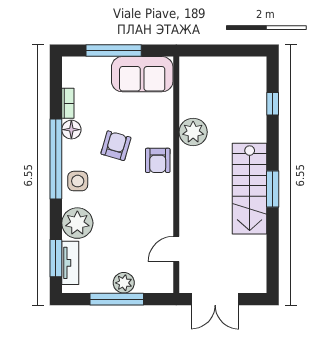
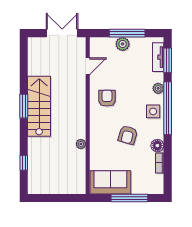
plant: (193, 132) -> (81, 144), width x0.53, depth x0.53
window: (56, 159) -> (168, 108), moved
armchair: (158, 160) -> (107, 98), moved
plant: (77, 223) -> (158, 88), width x0.53, depth x0.53

